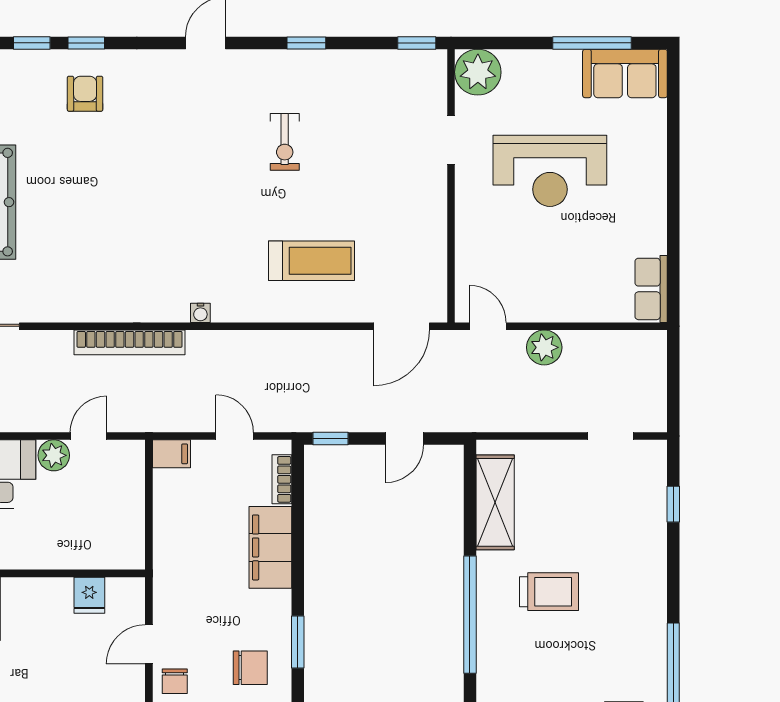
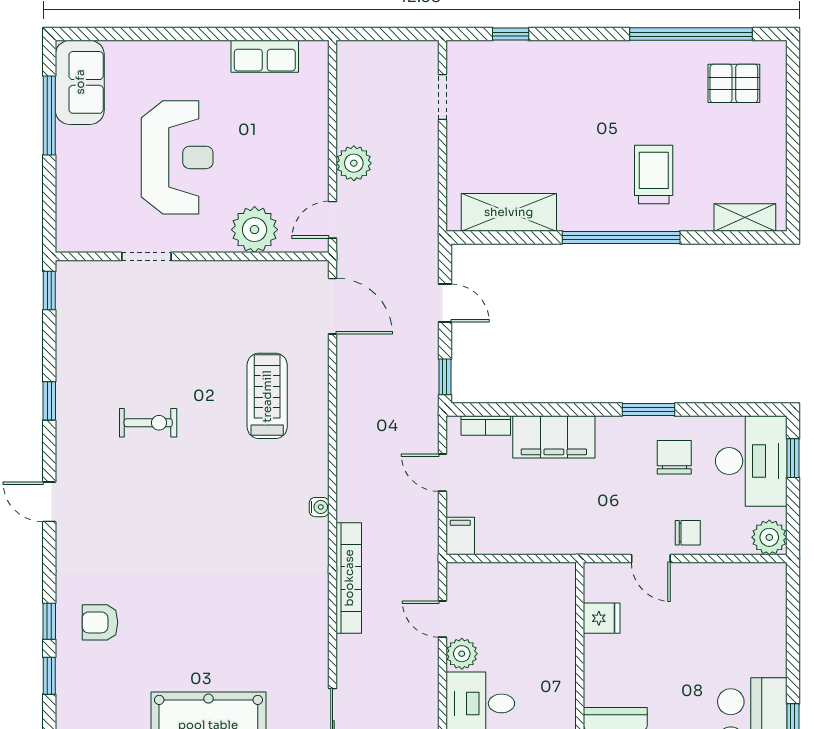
plant: (478, 72) -> (255, 230), moved
row of seats: (651, 289) -> (265, 56), moved
door: (235, 436) -> (442, 473), hinge flipped
trolley: (549, 592) -> (654, 174), moved

